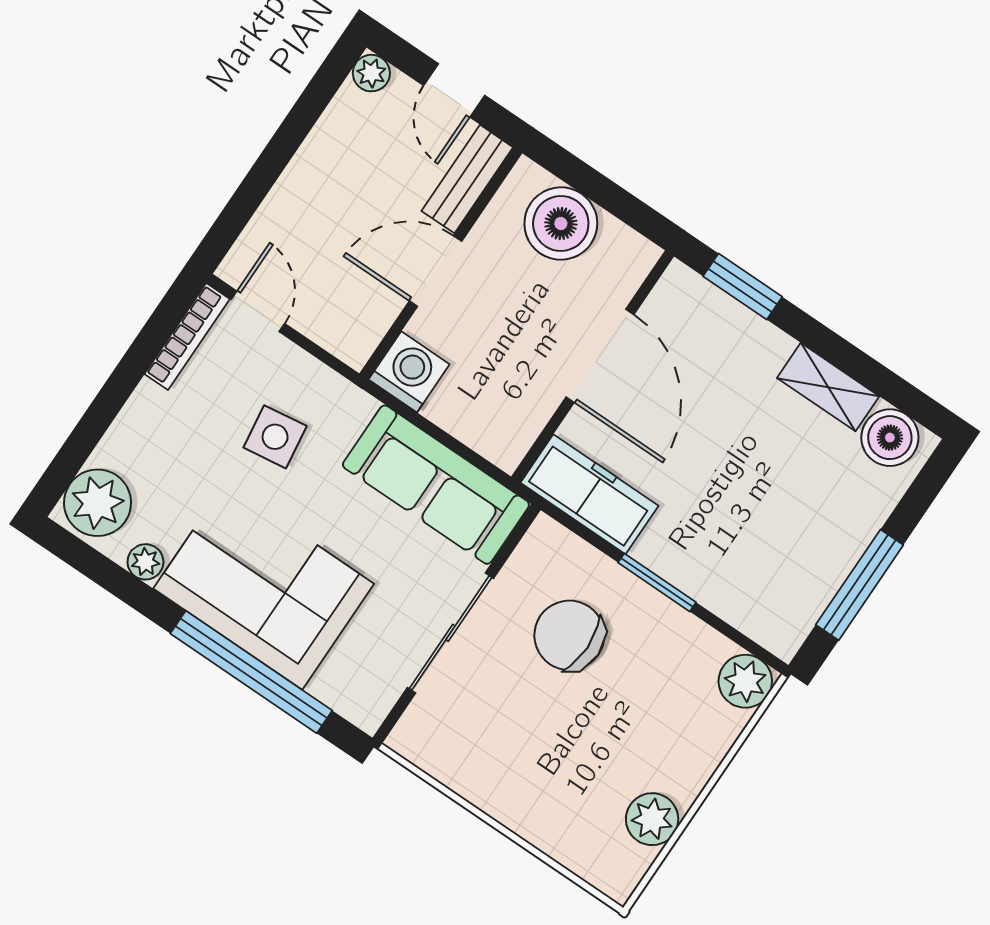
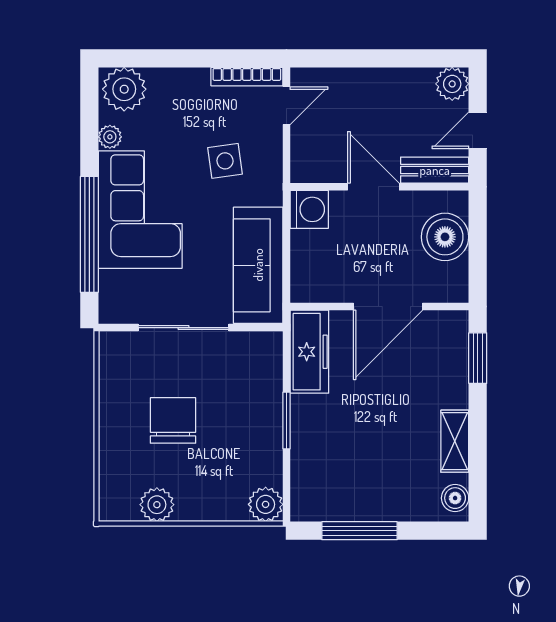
plant: (371, 73) -> (452, 84), width x1.38, depth x1.38
boiler: (890, 438) -> (455, 498), width x0.73, depth x0.73
chair: (569, 635) -> (173, 420), moved

